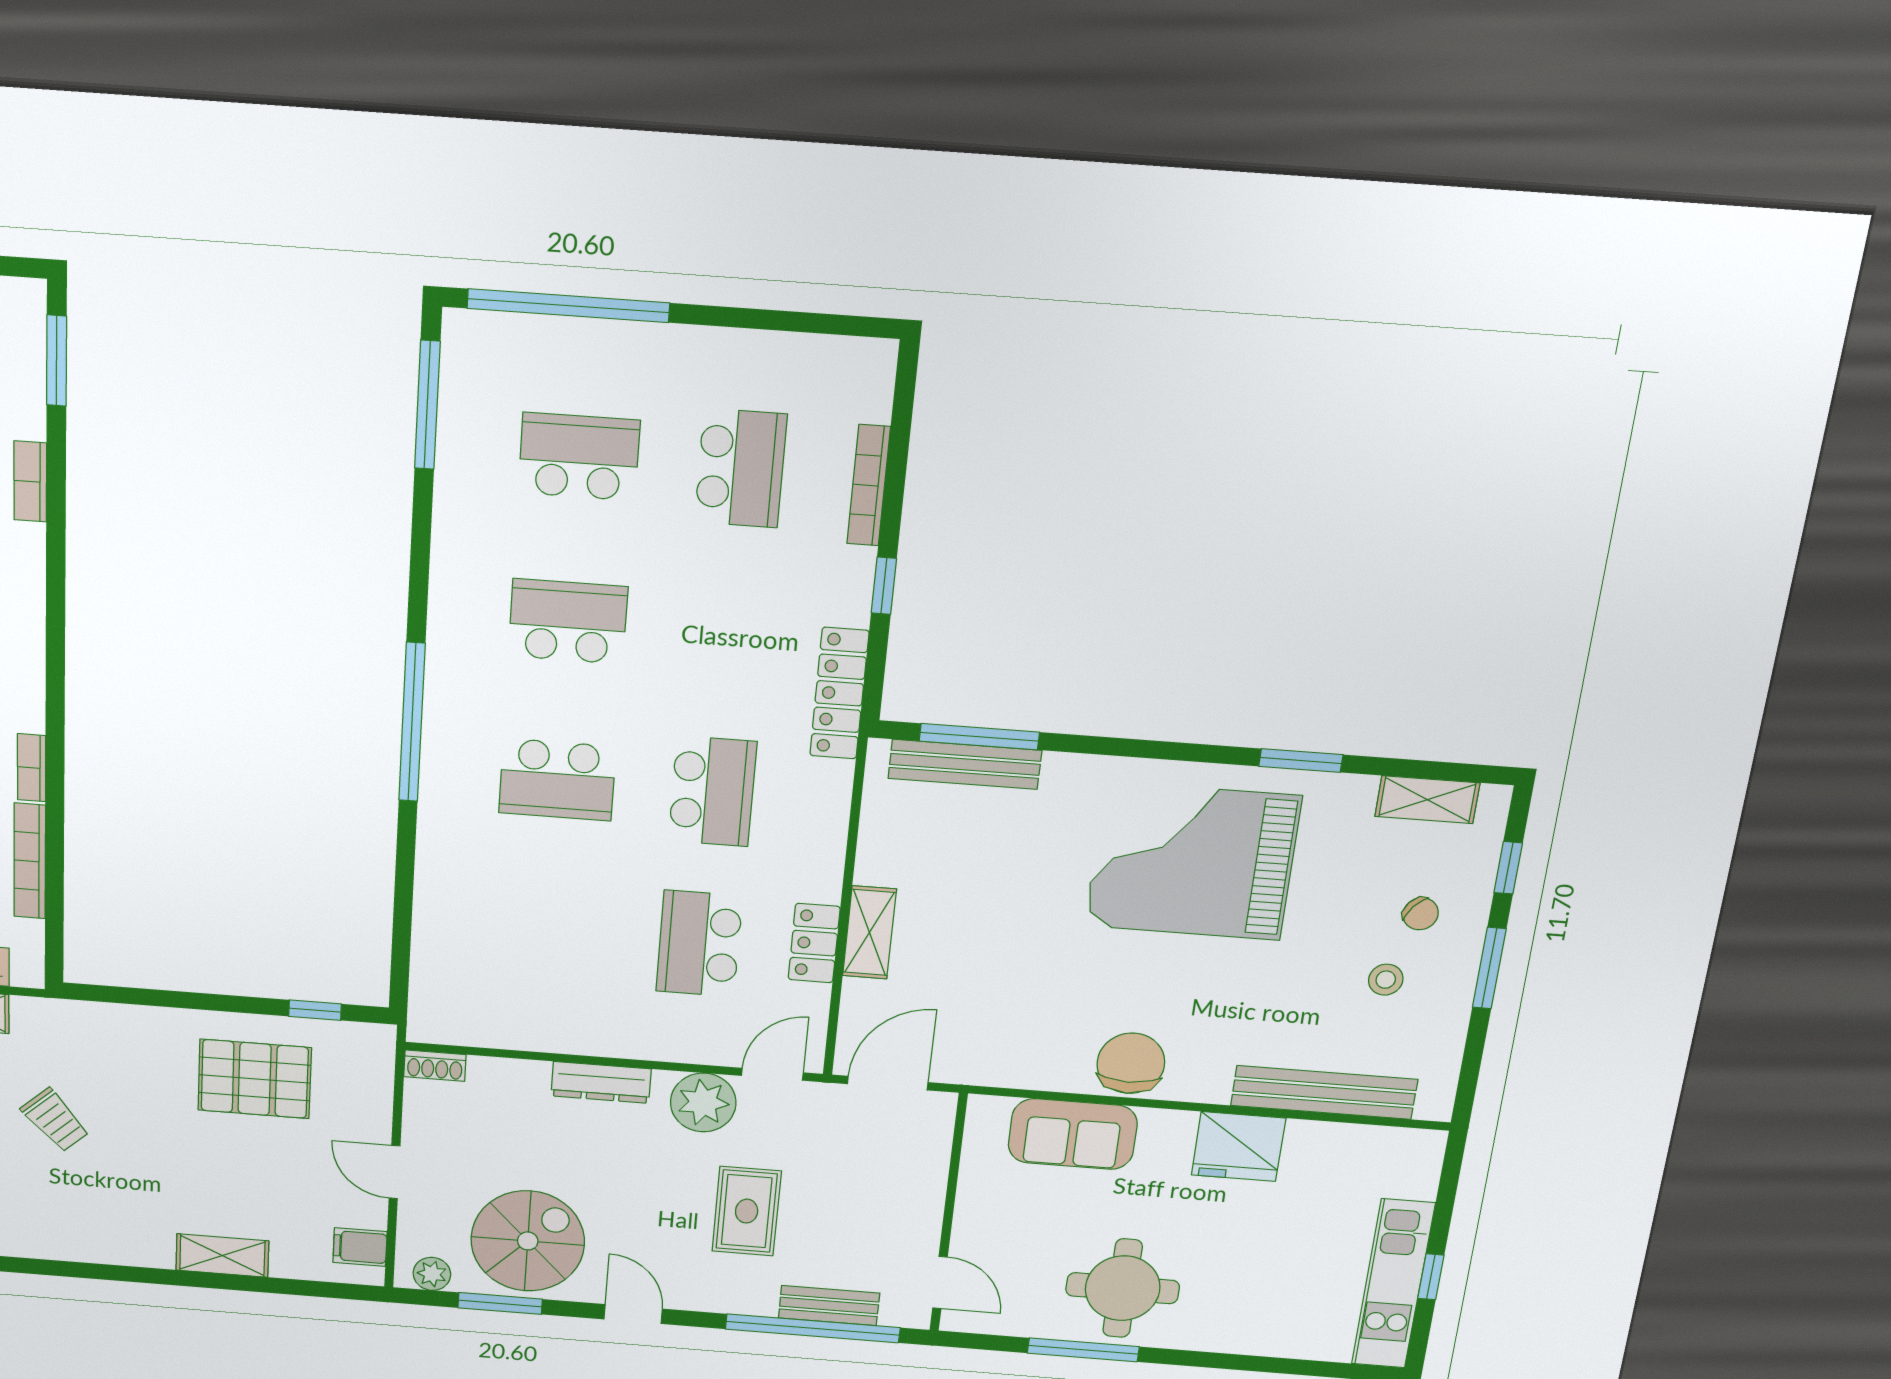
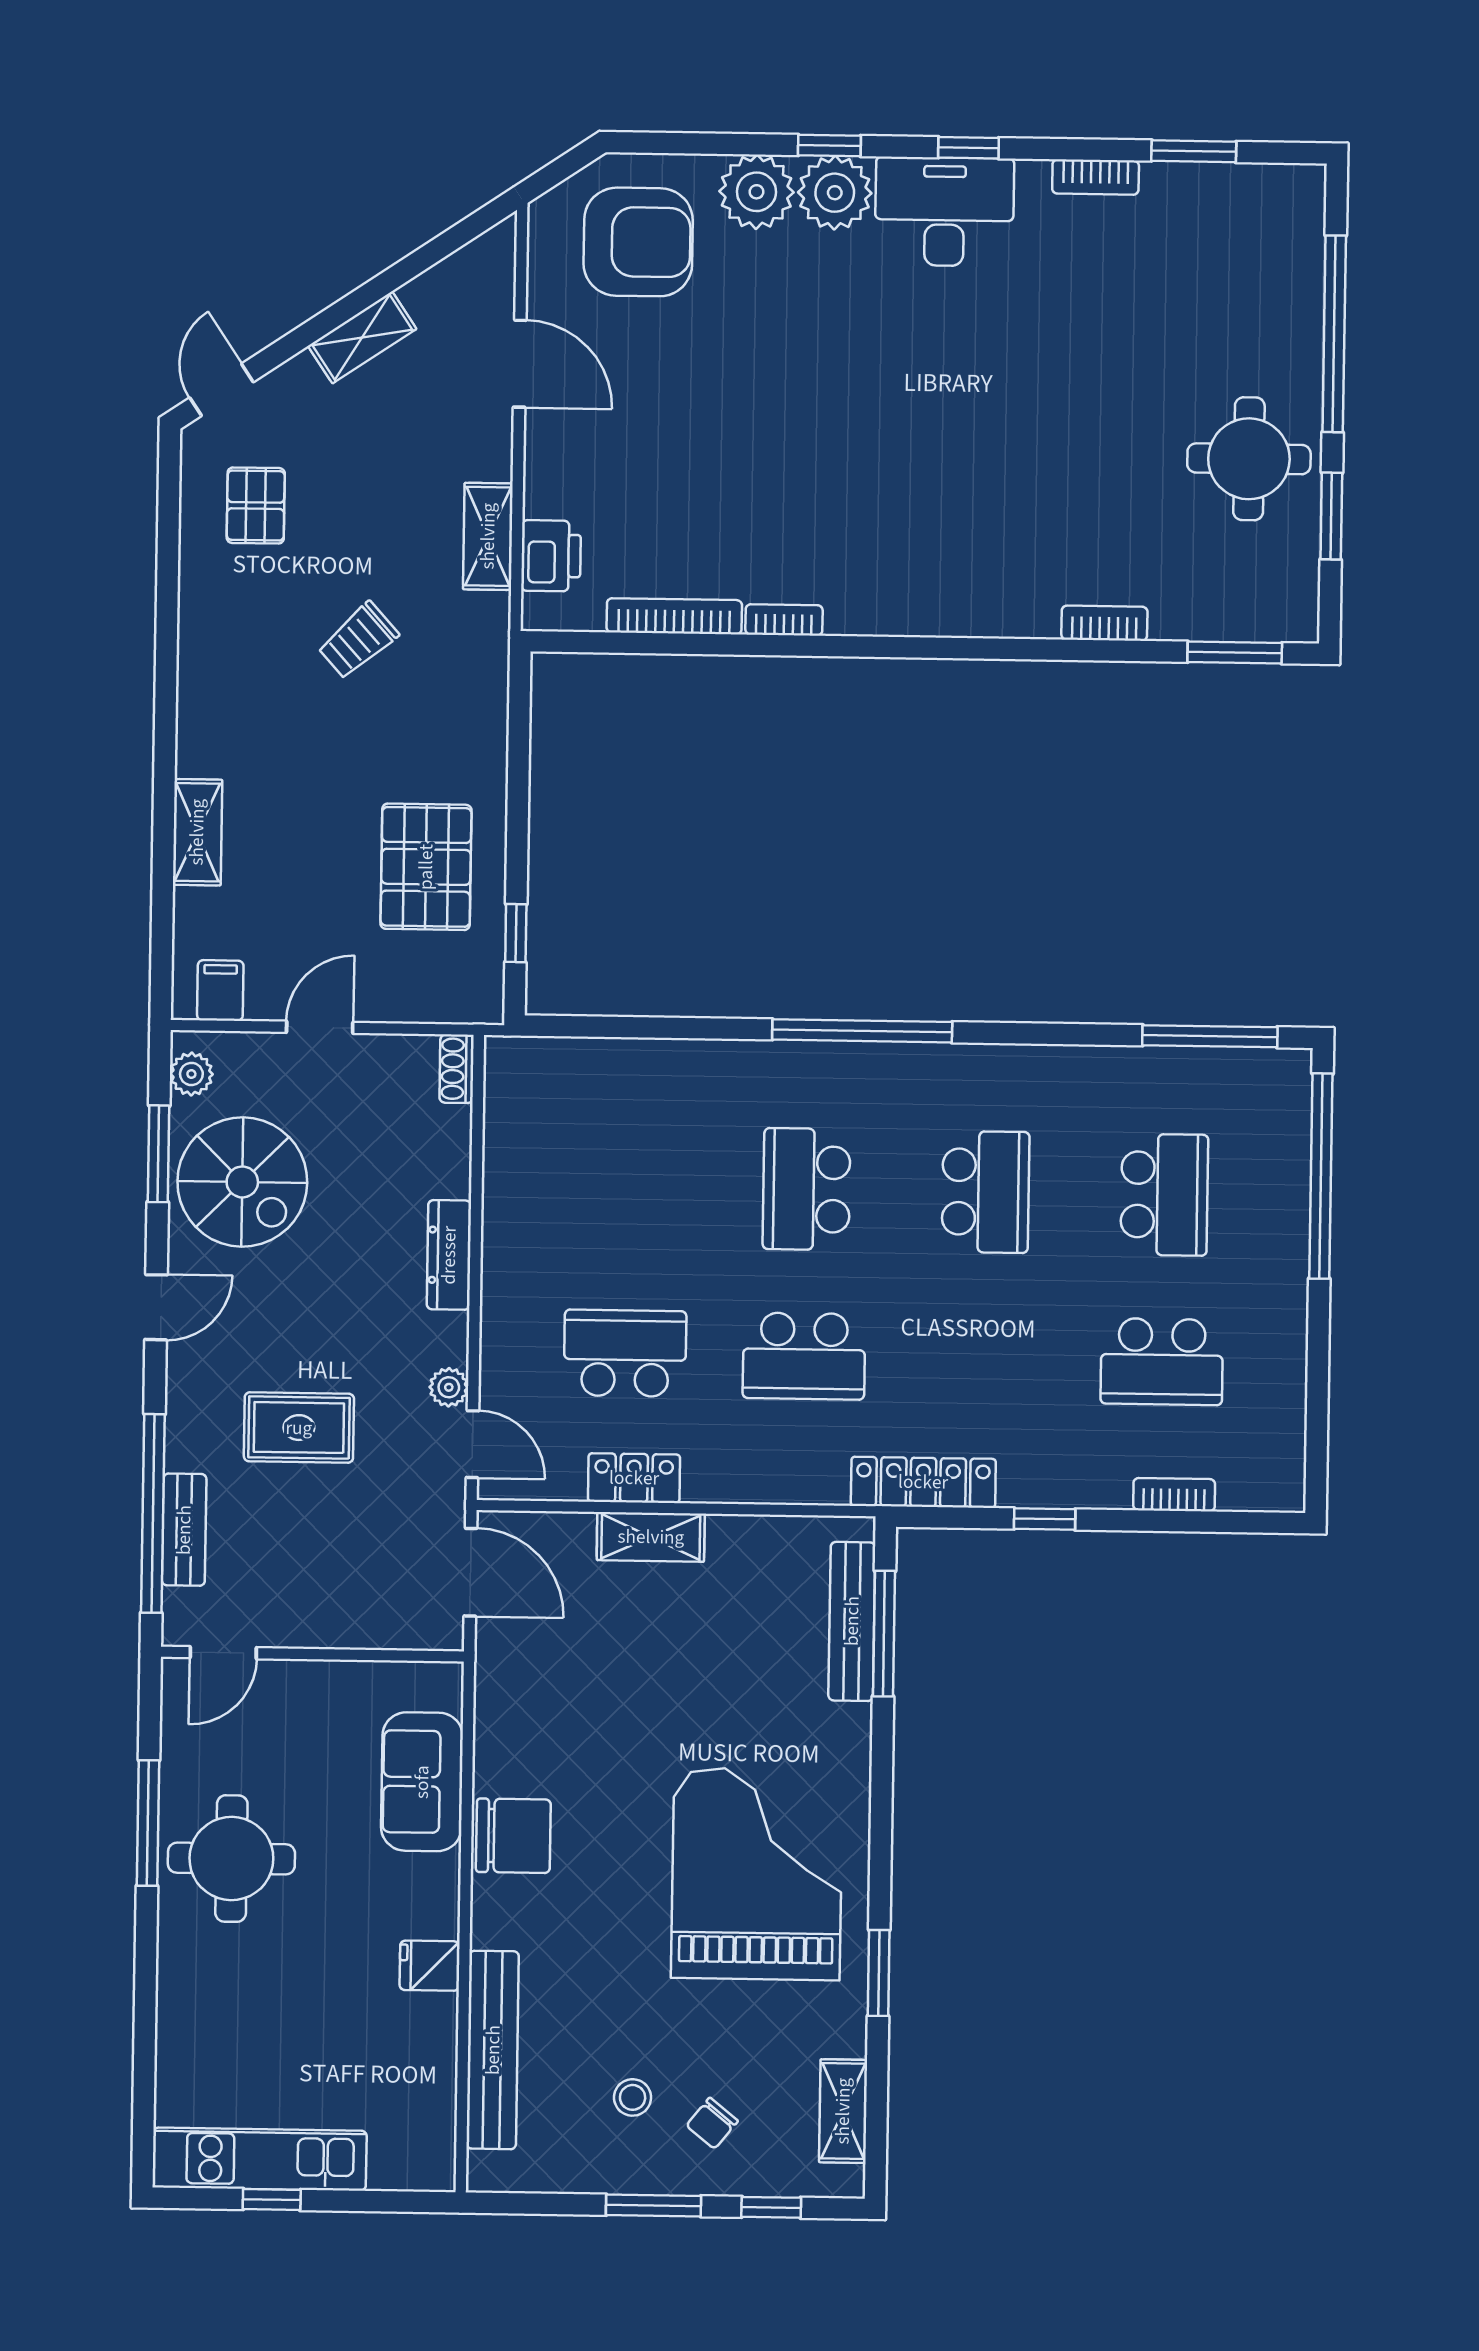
bookcase: (869, 485) -> (1174, 1495), width x0.64
plant: (703, 1103) -> (449, 1387), width x0.53, depth x0.53
fridge: (1238, 1147) -> (430, 1966), width x0.53, depth x0.75

